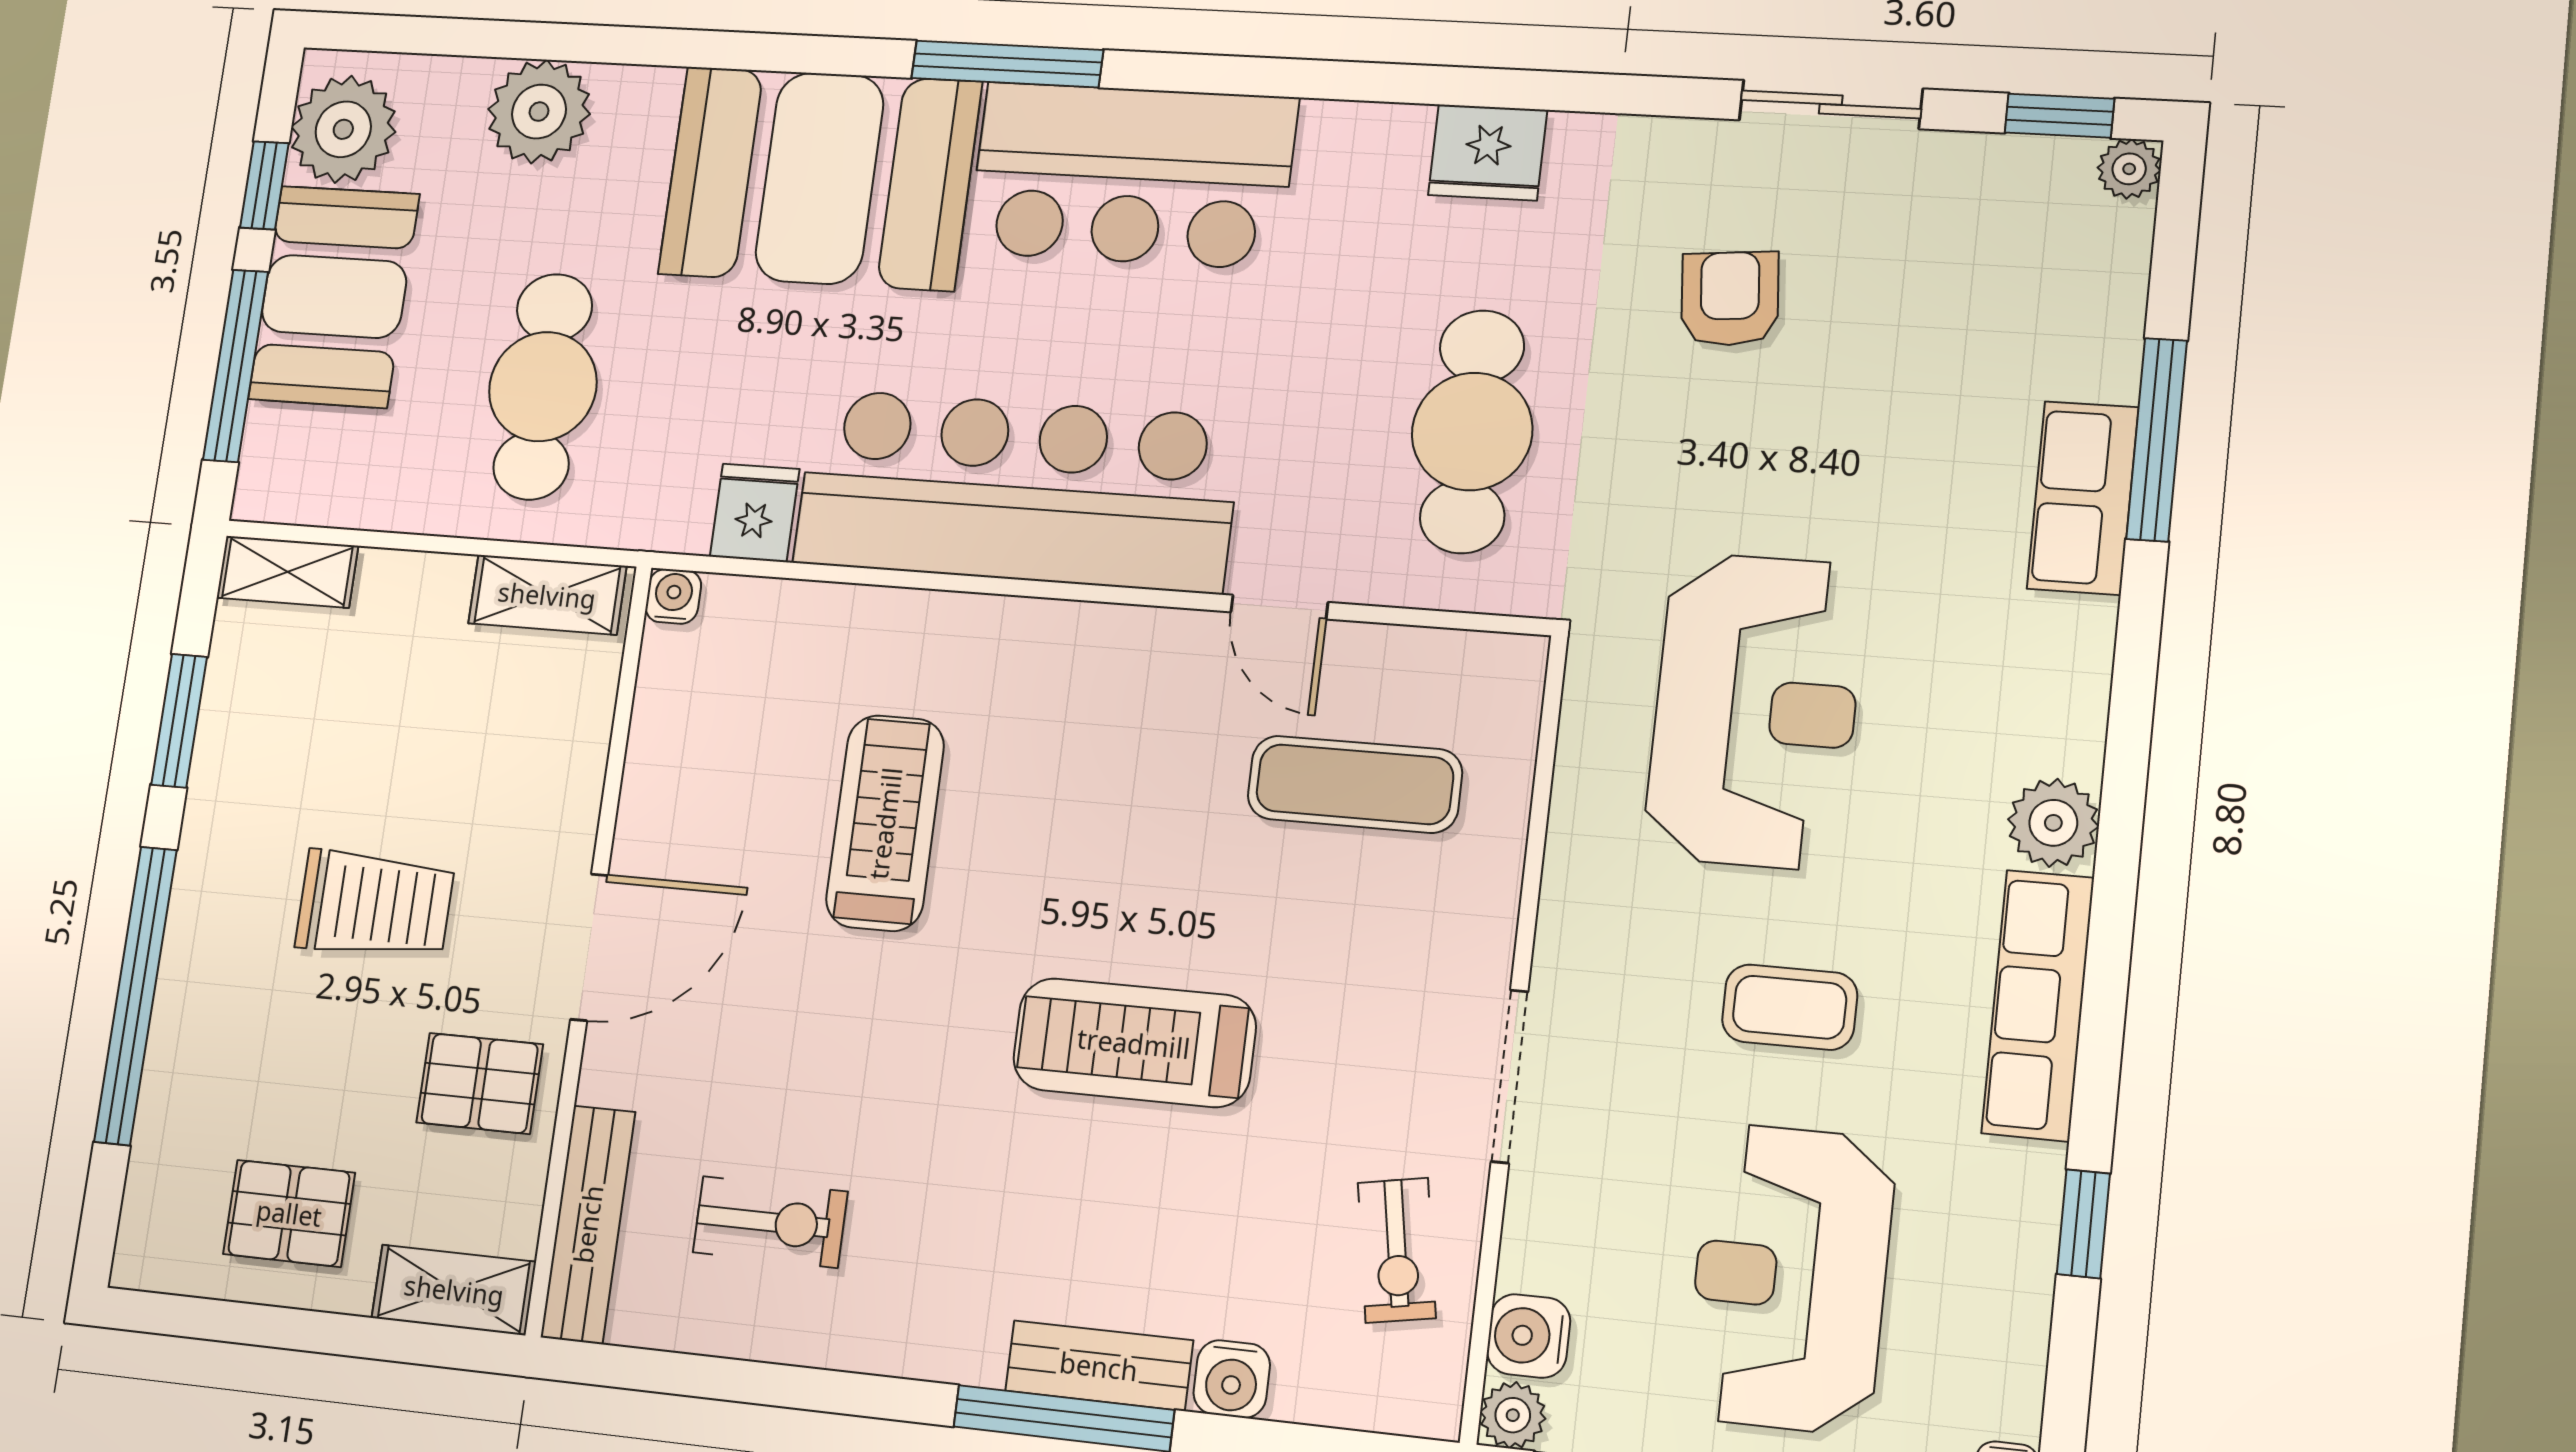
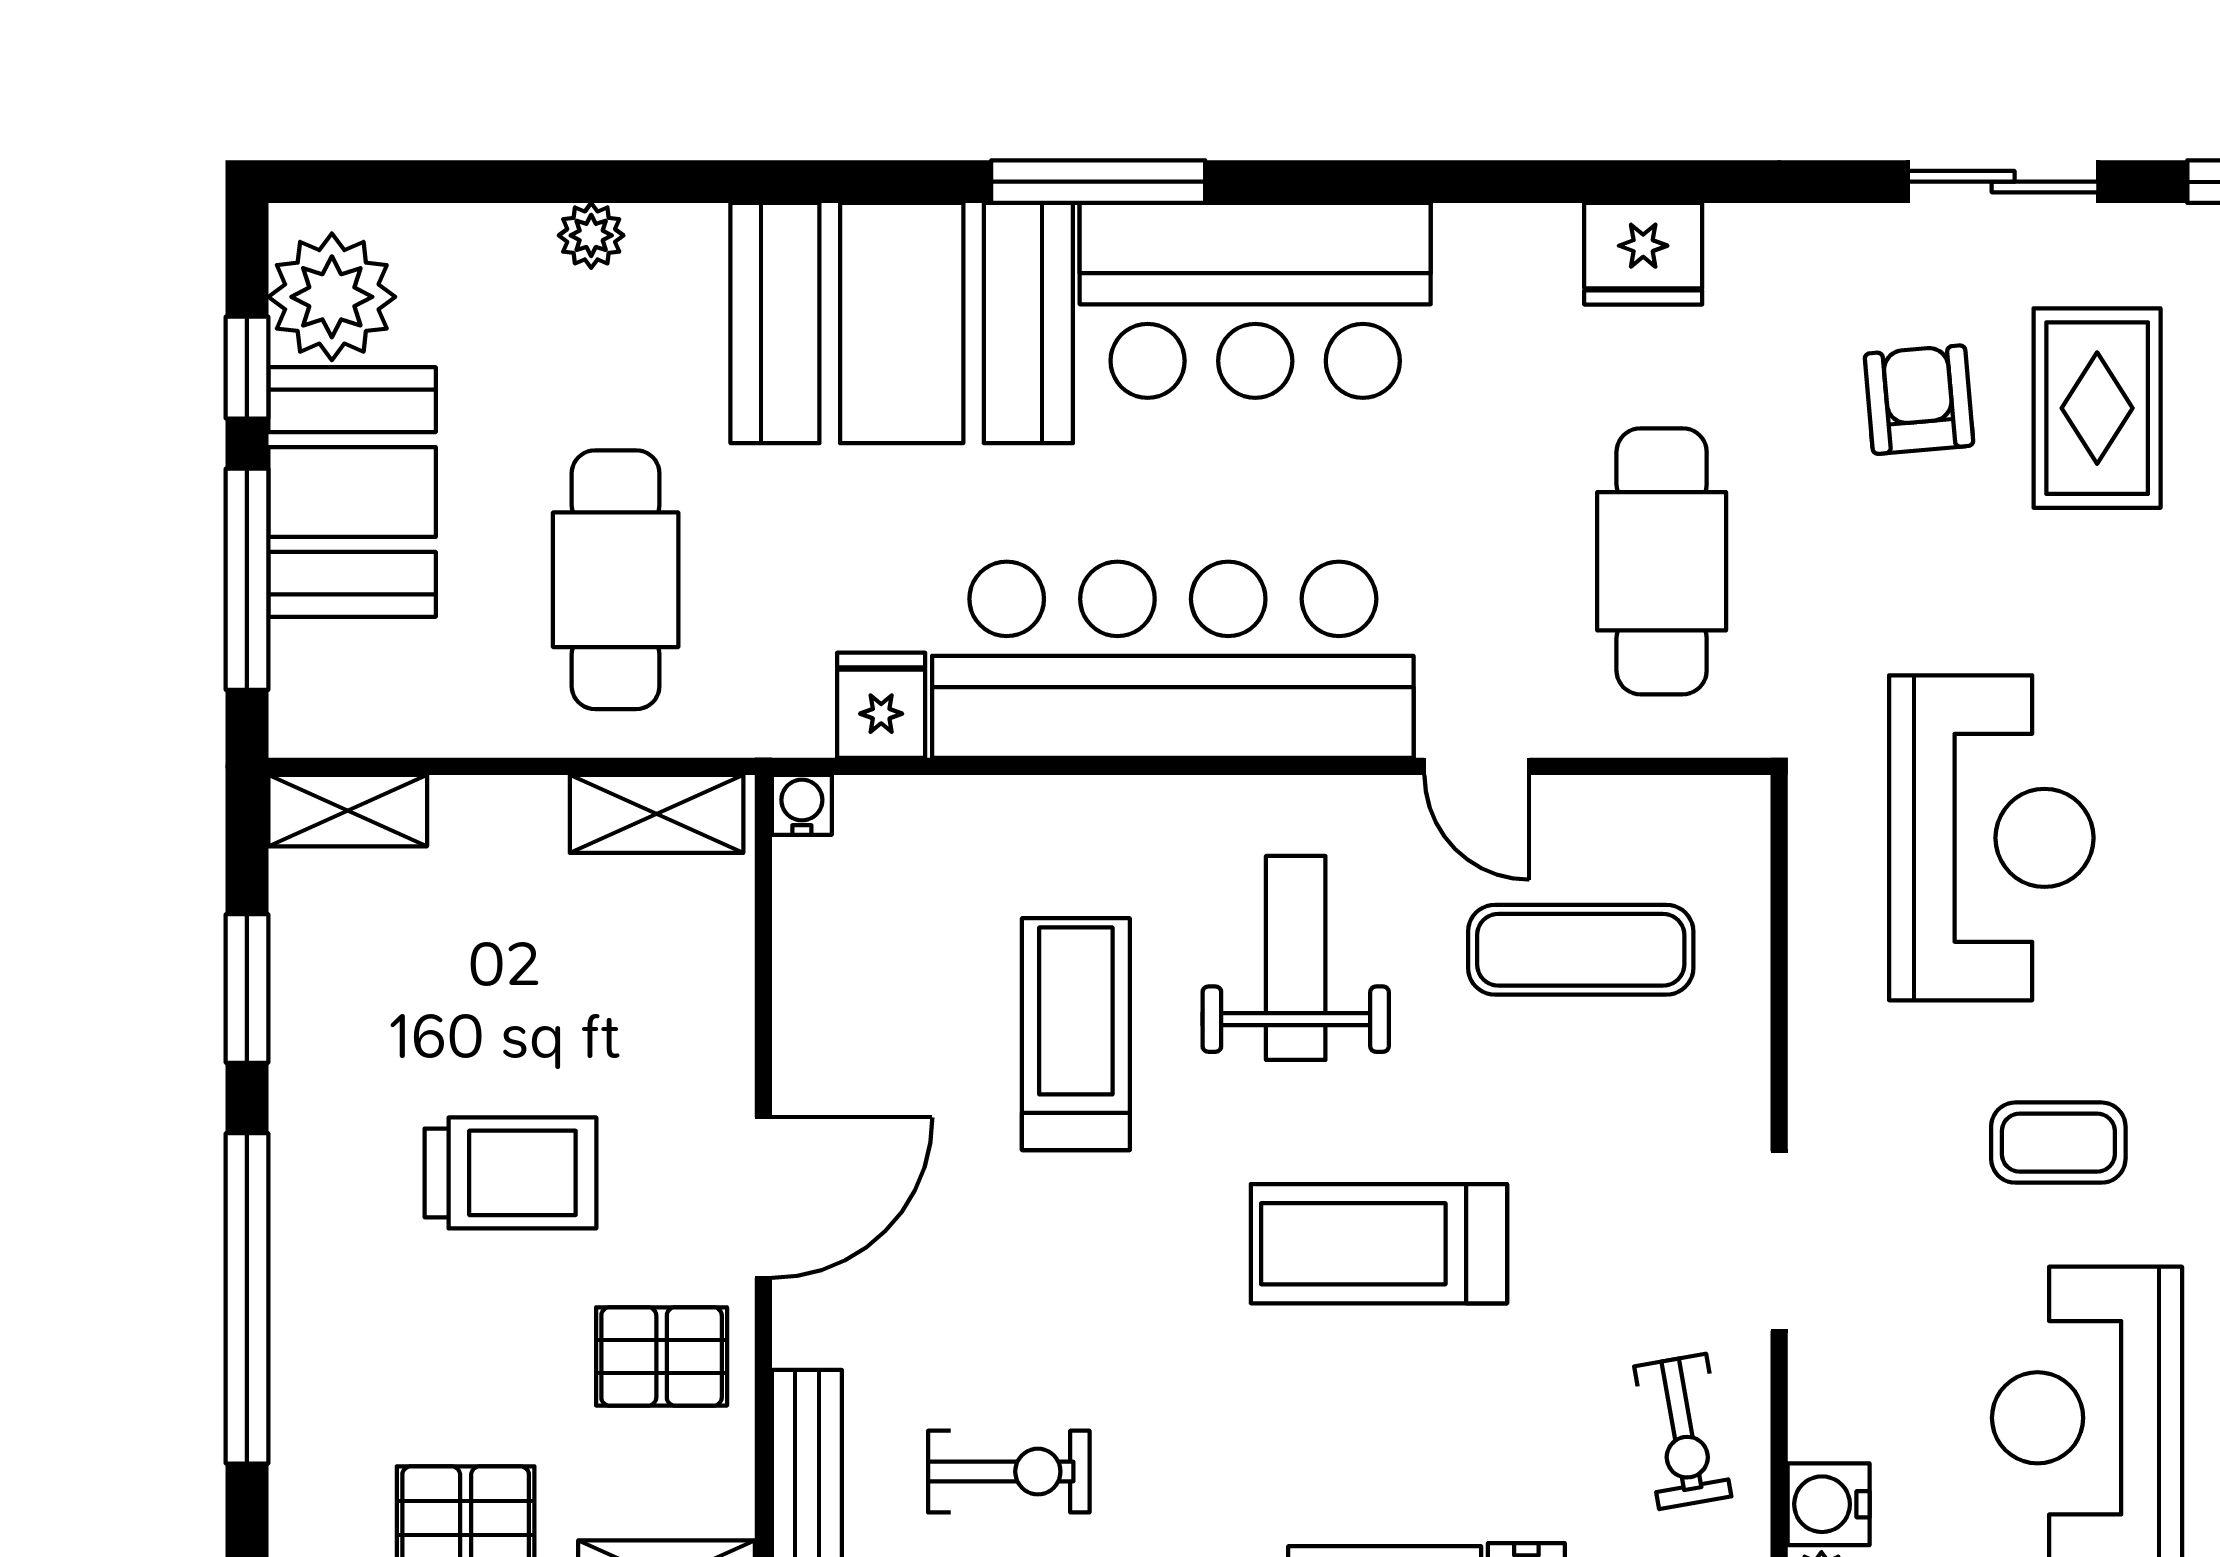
plant: (539, 112) -> (591, 235), width x0.53, depth x0.53
rug: (1899, 316) -> (2097, 408), added
weight bench: (1092, 770) -> (1296, 958), added

